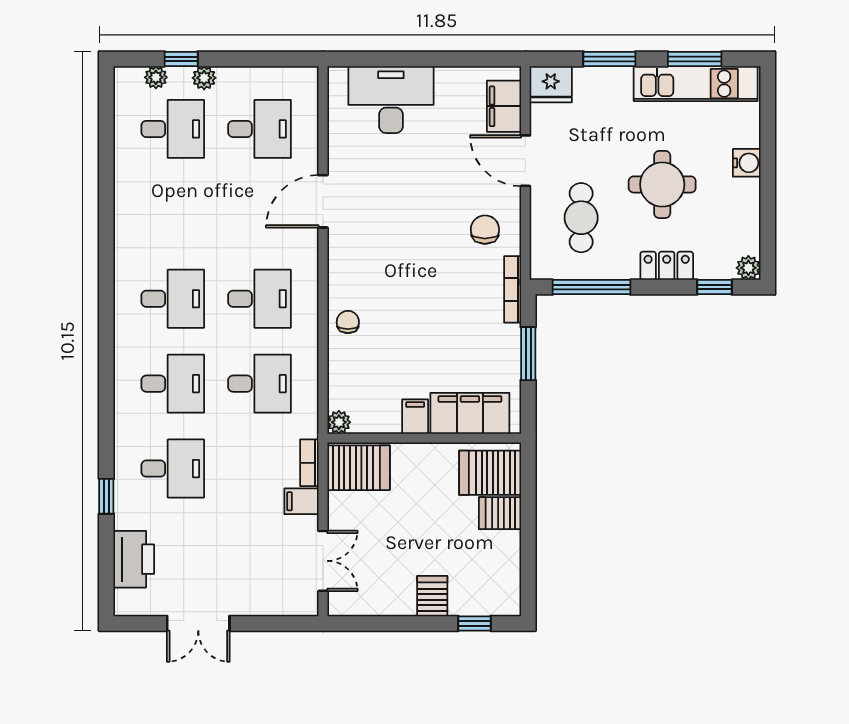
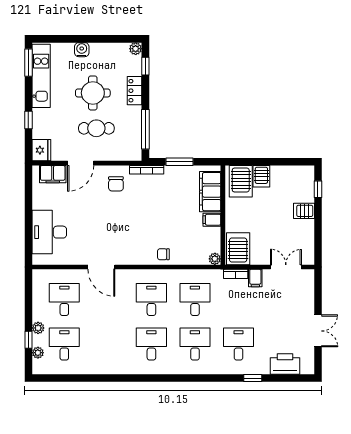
window: (609, 59) -> (28, 120), width x0.67
window: (695, 59) -> (28, 63), moved
cafe table: (581, 218) -> (96, 128), moved
chair: (485, 230) -> (116, 184), turned -90

